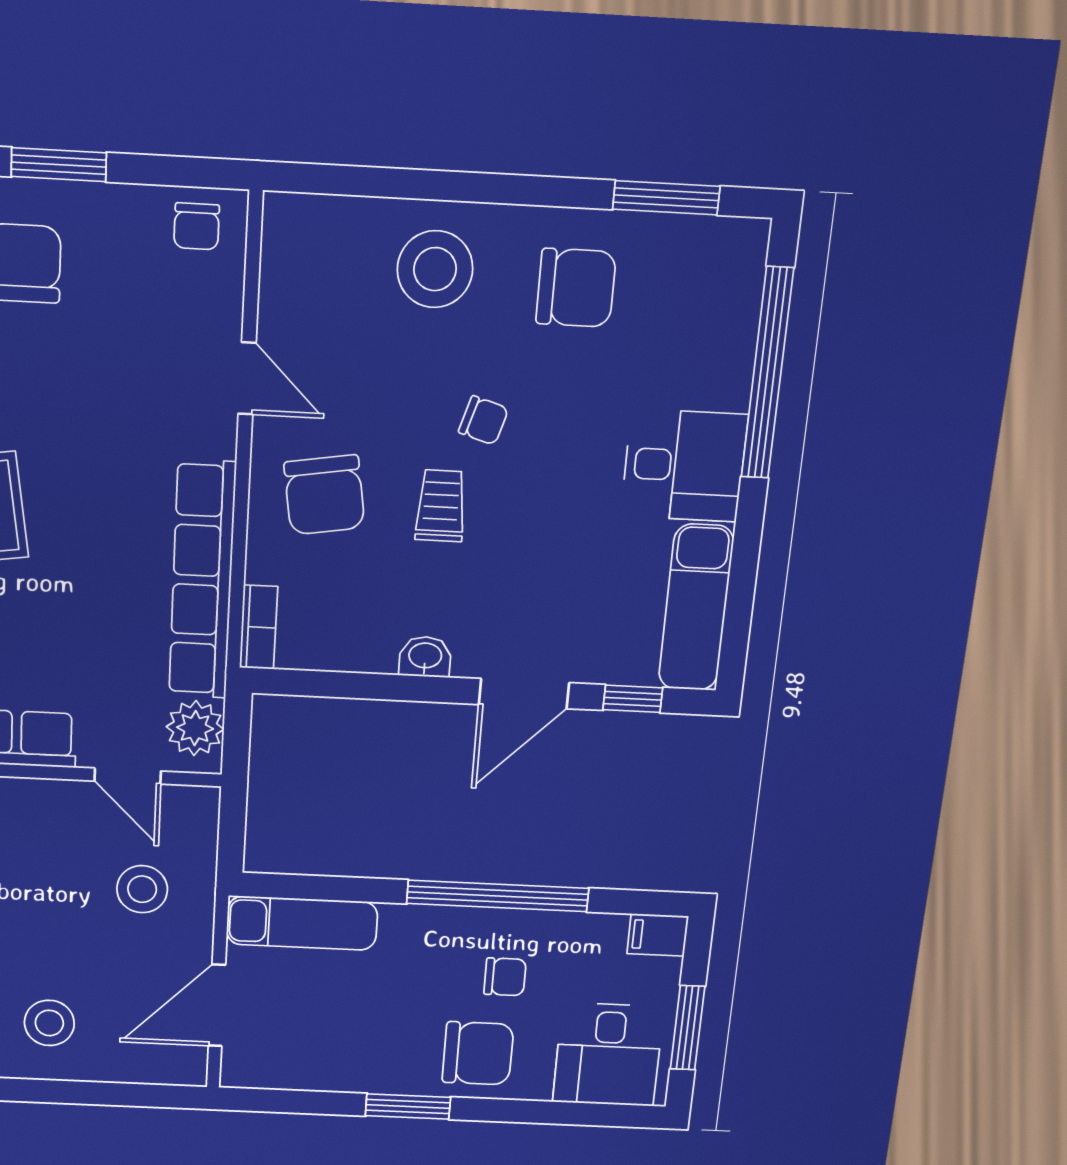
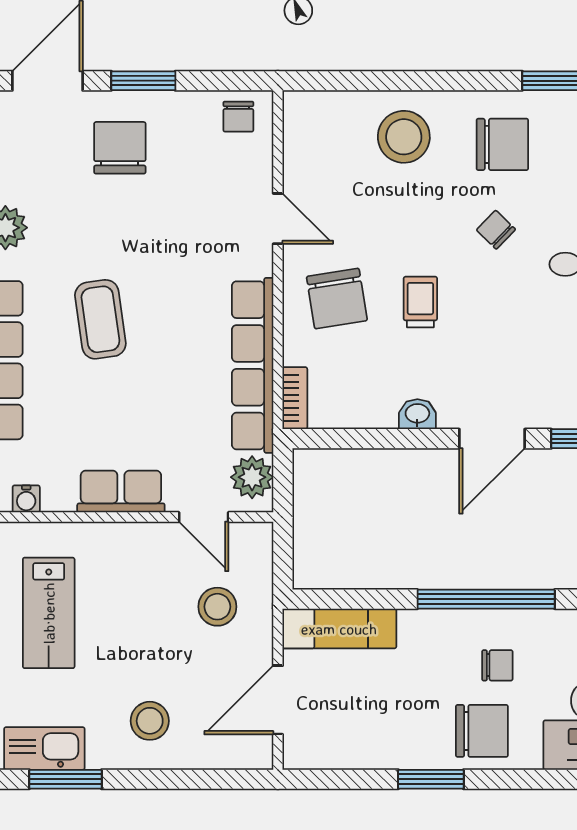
chair: (483, 420) -> (496, 230), moved, turned -153

